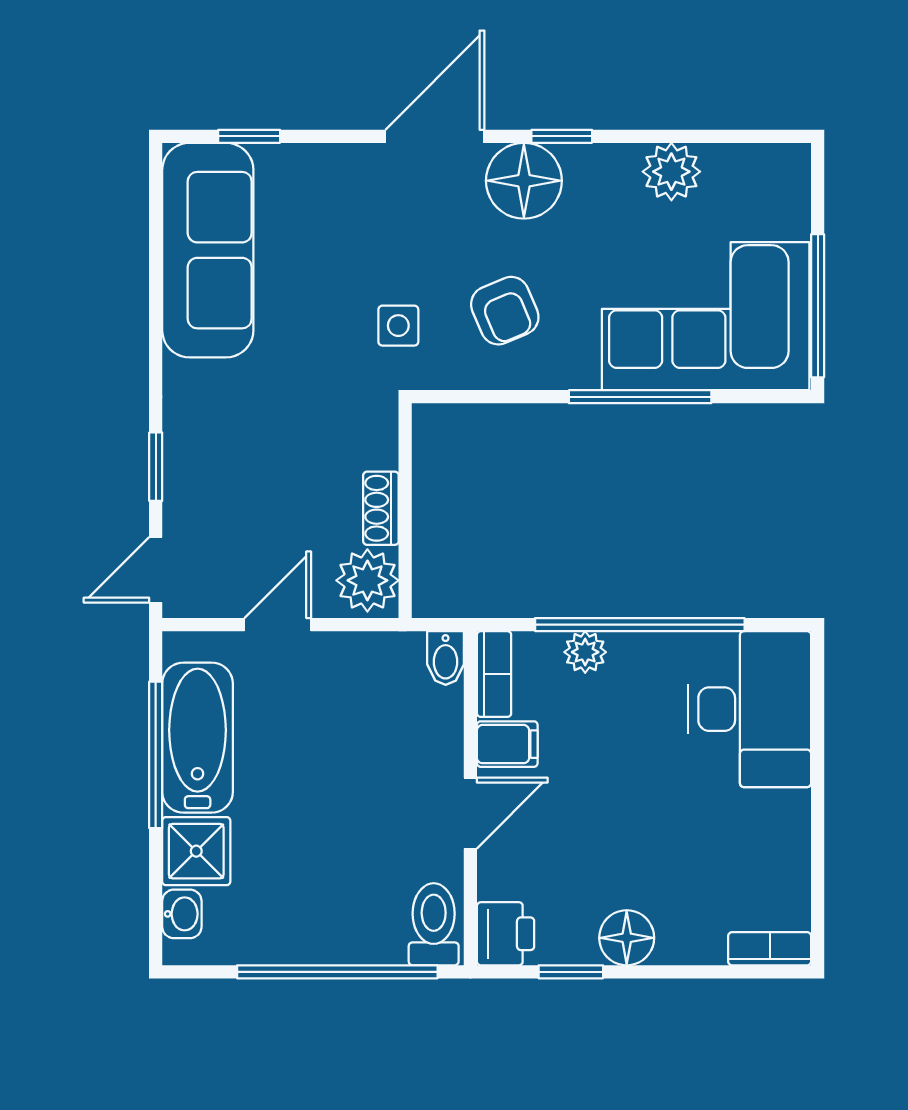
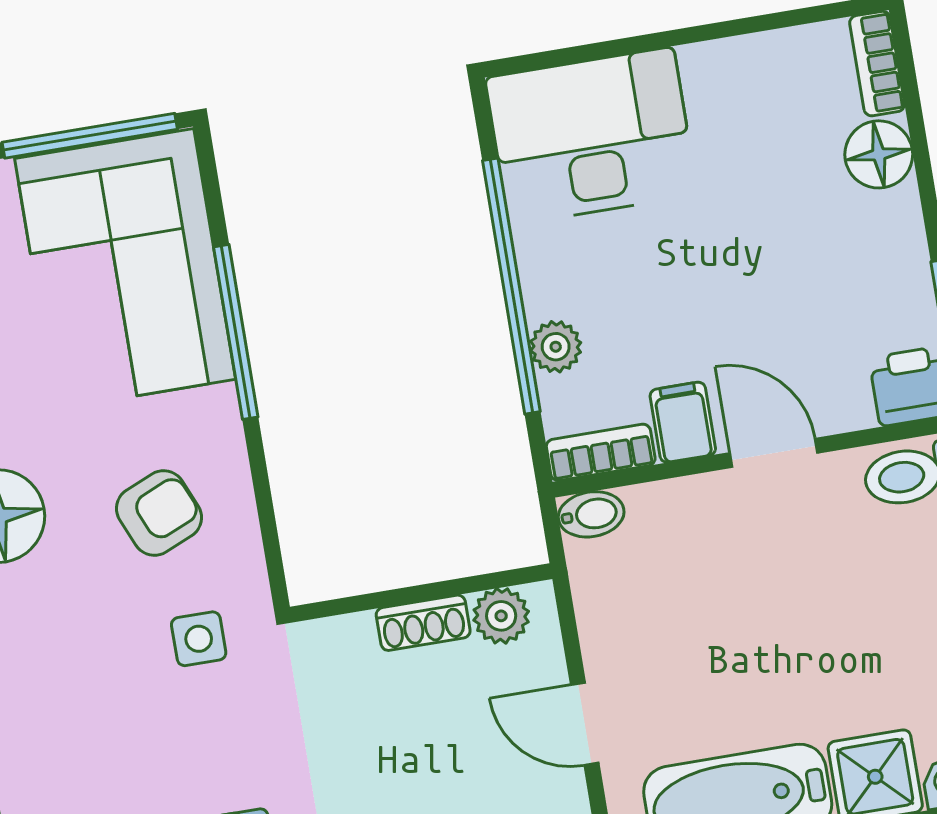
plant: (367, 580) -> (501, 616), width x0.73, depth x0.73
floor lamp: (627, 938) -> (879, 154), moved

